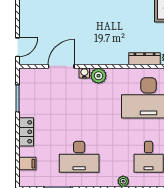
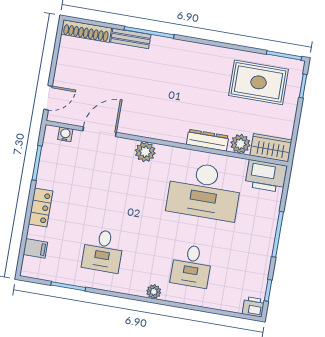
water cooler: (84, 73) -> (65, 134), moved
desk: (79, 157) -> (103, 251), width x0.73

